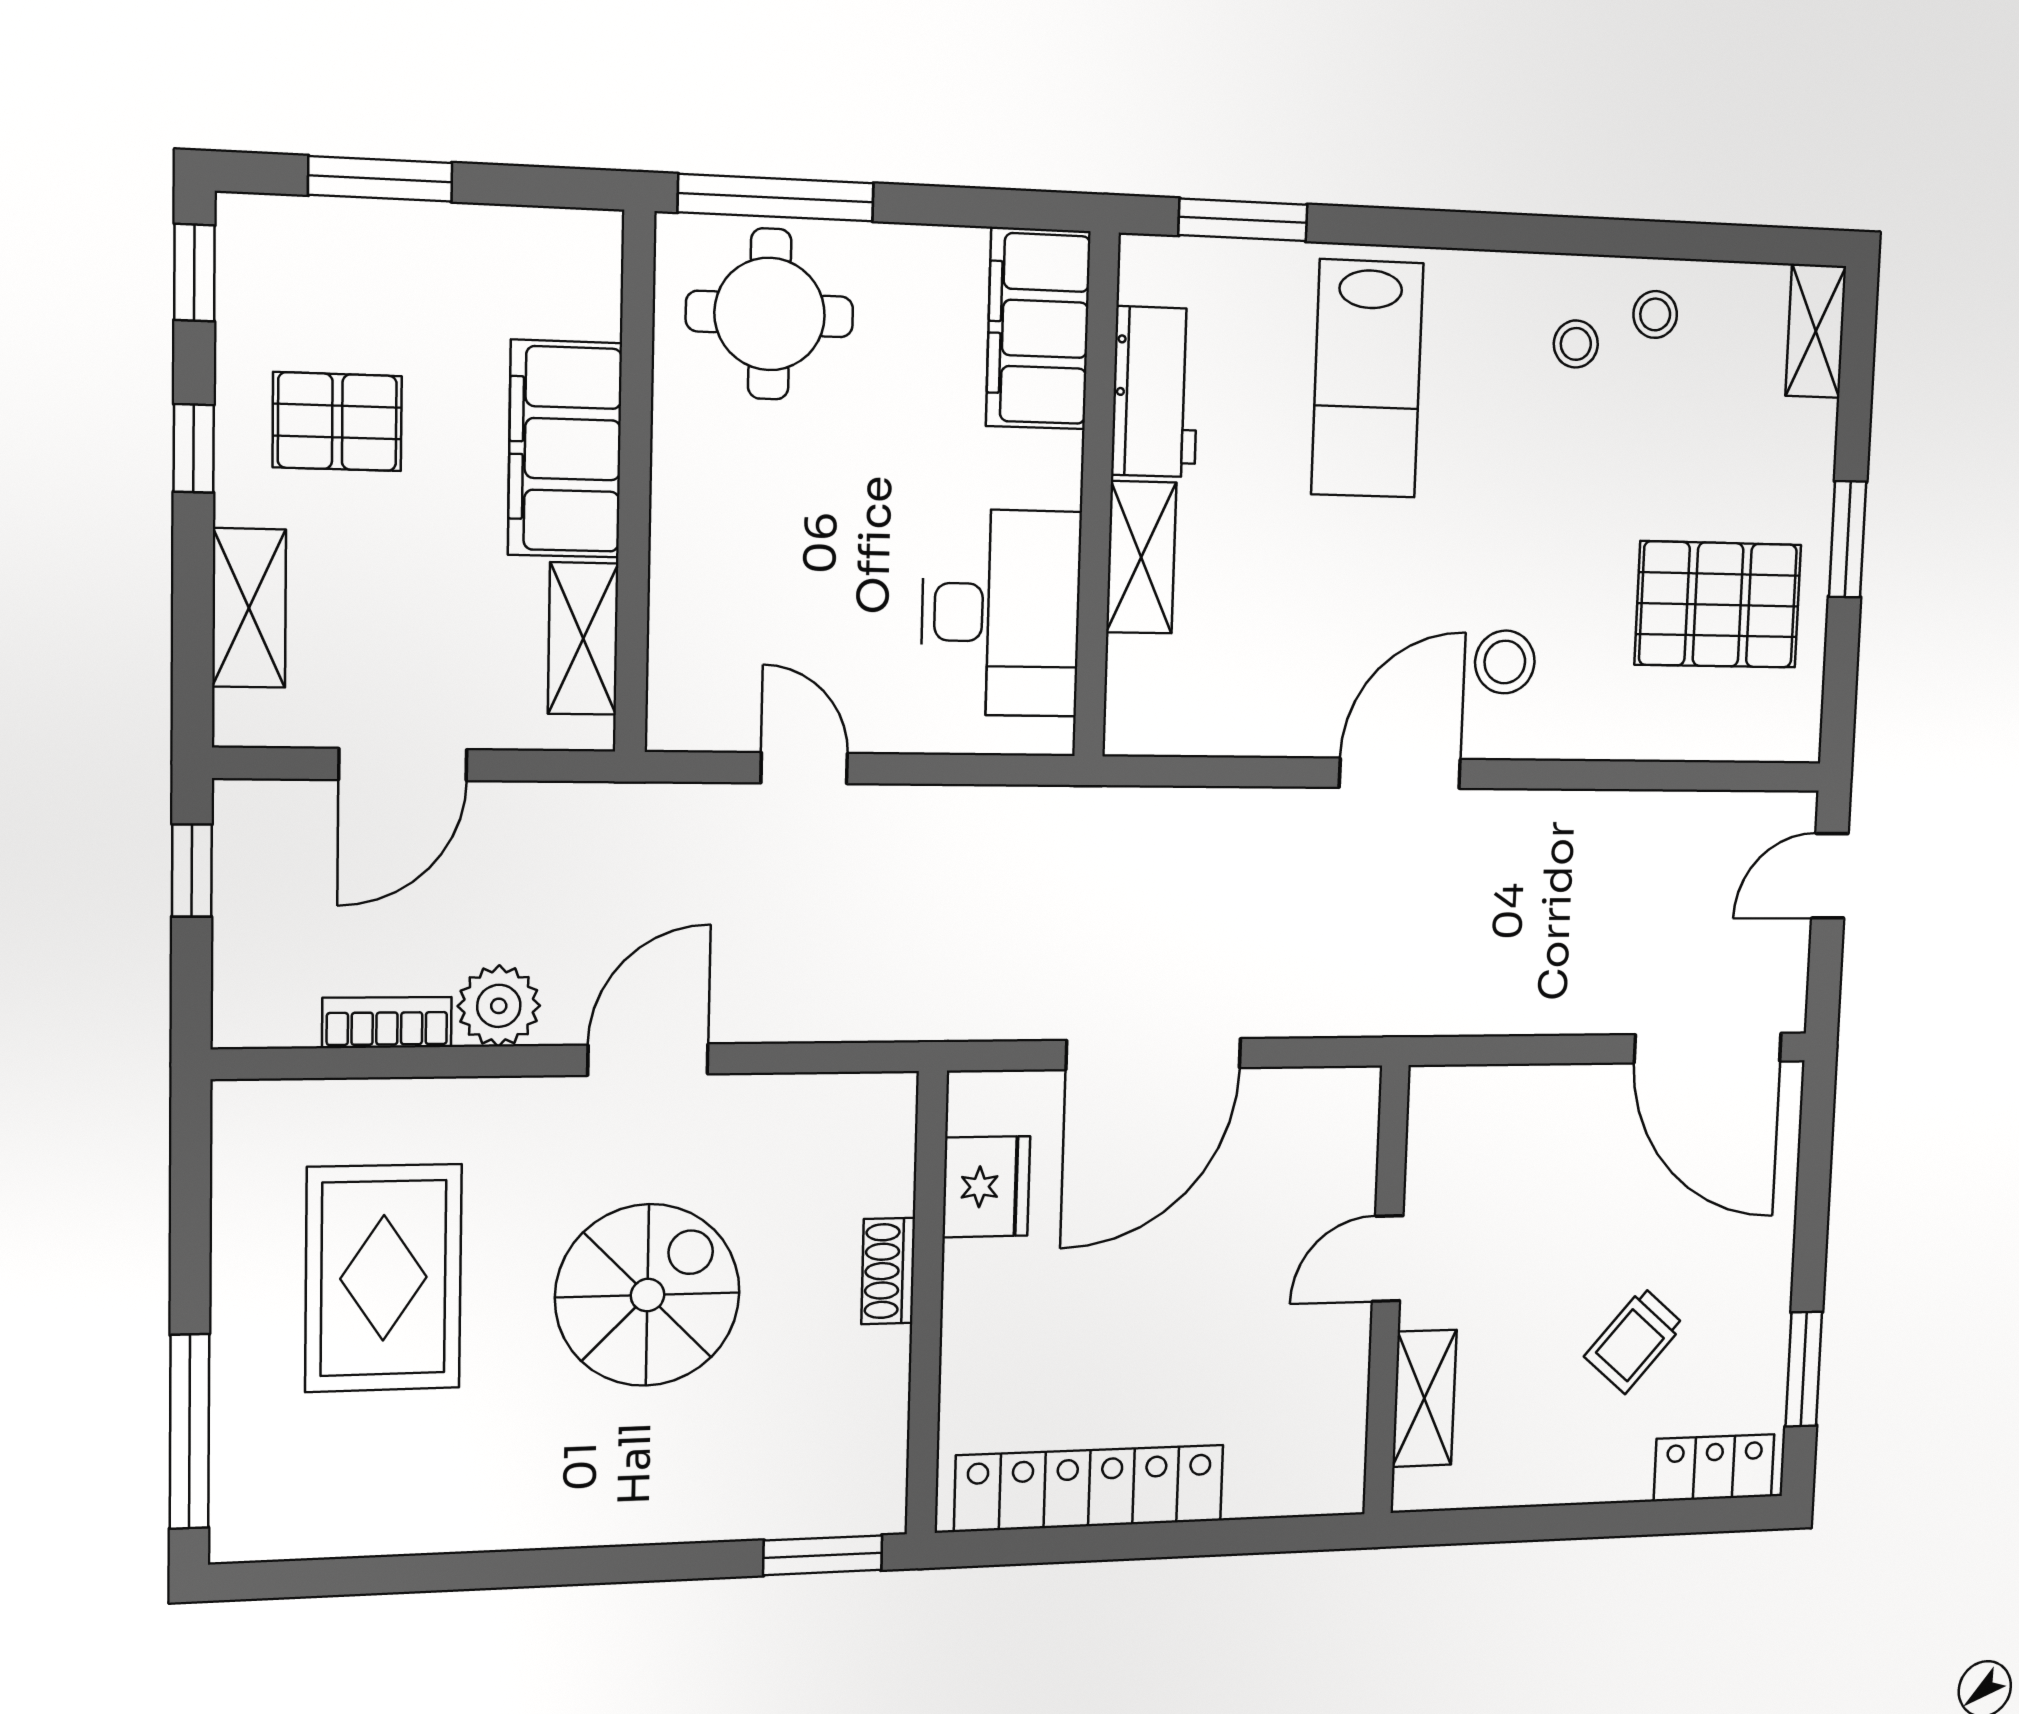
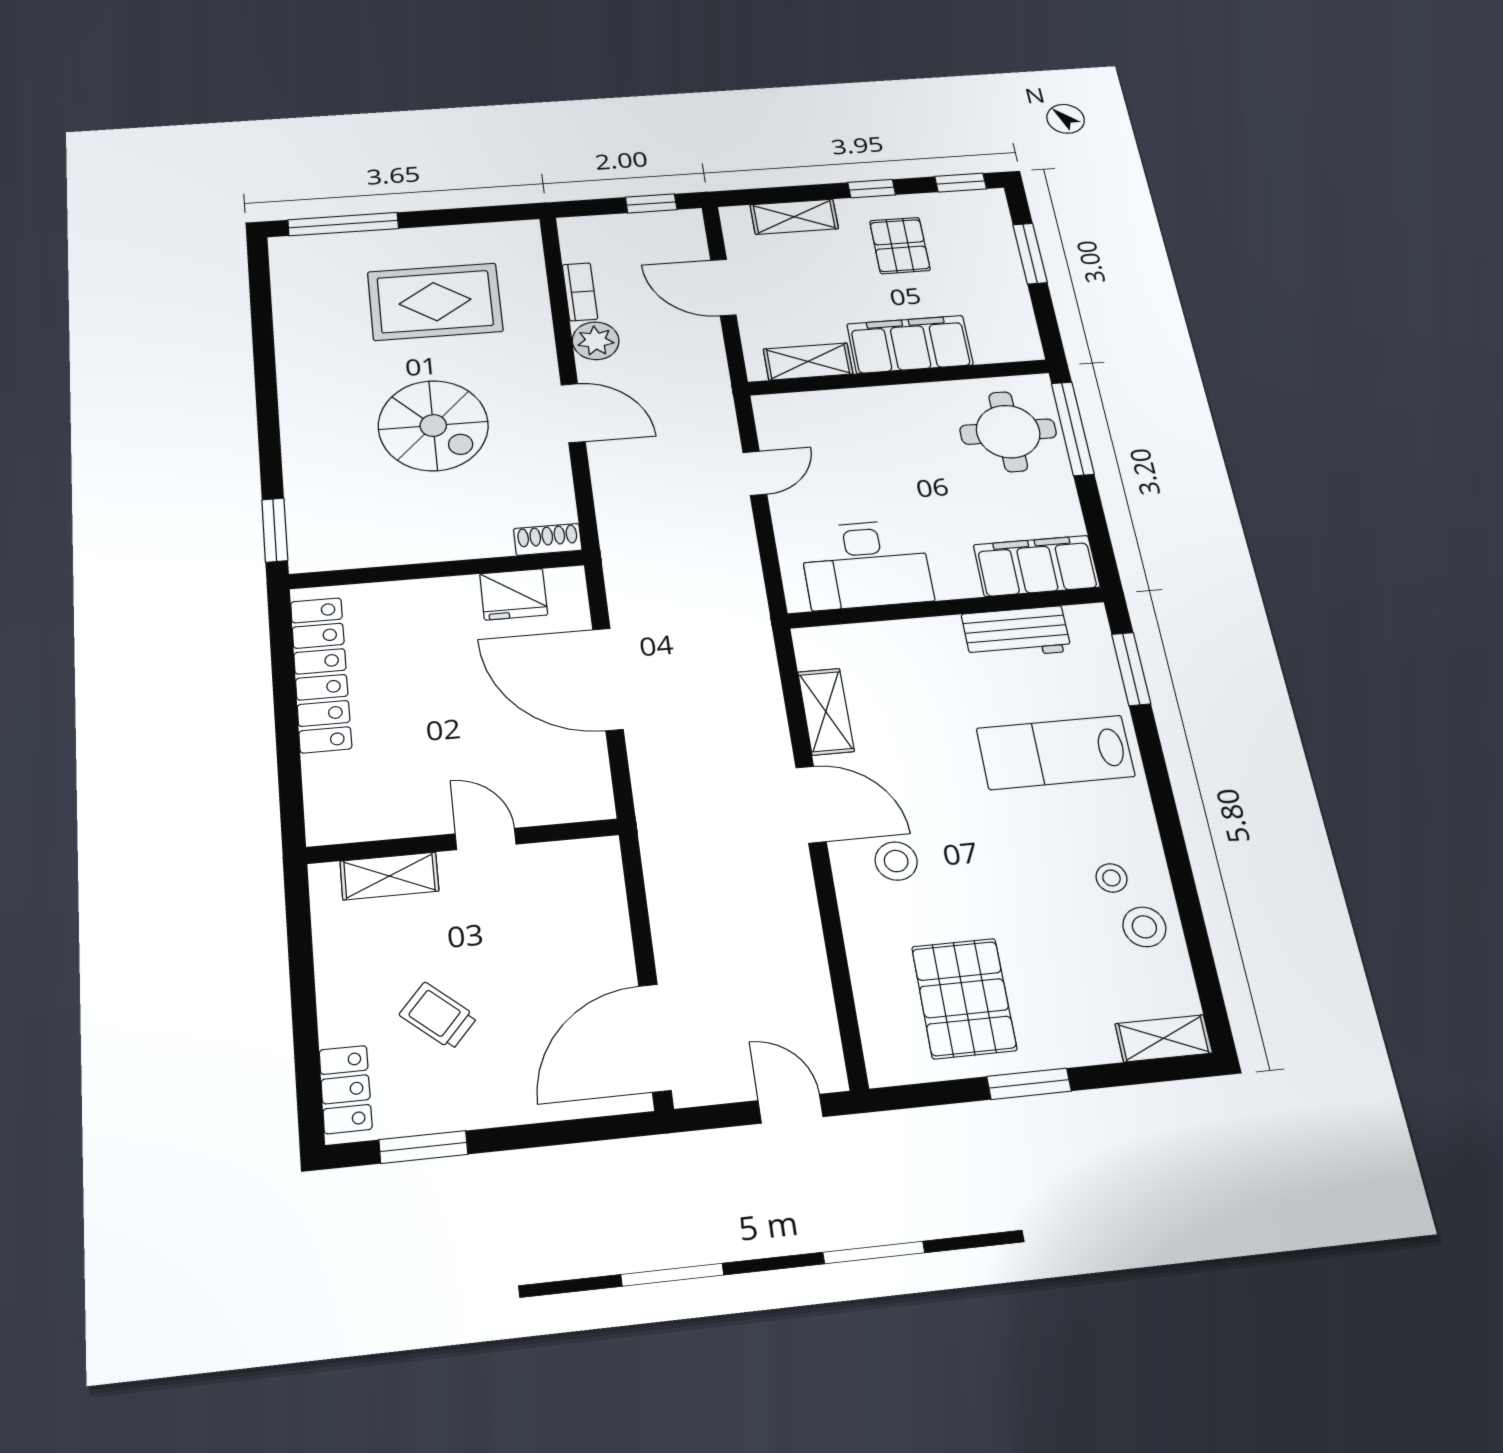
stool: (1655, 314) -> (1144, 927), width x1.37, depth x1.37
shelving: (1141, 557) -> (826, 712), moved, turned 90
shoe rack: (888, 1271) -> (548, 539), moved

